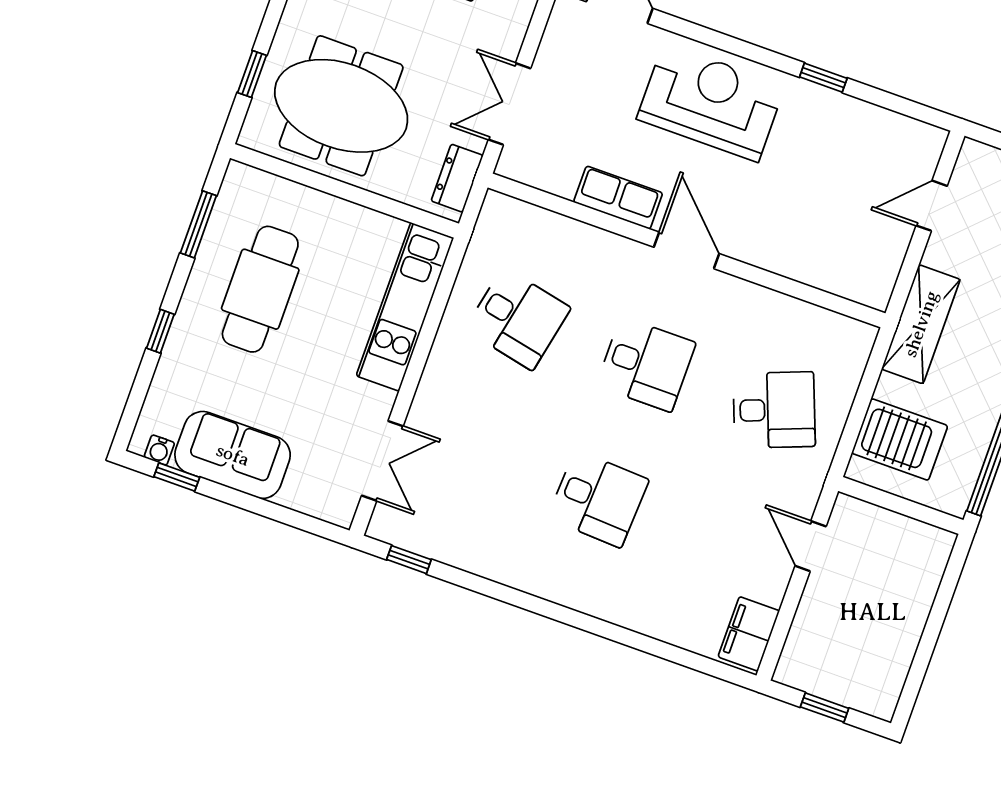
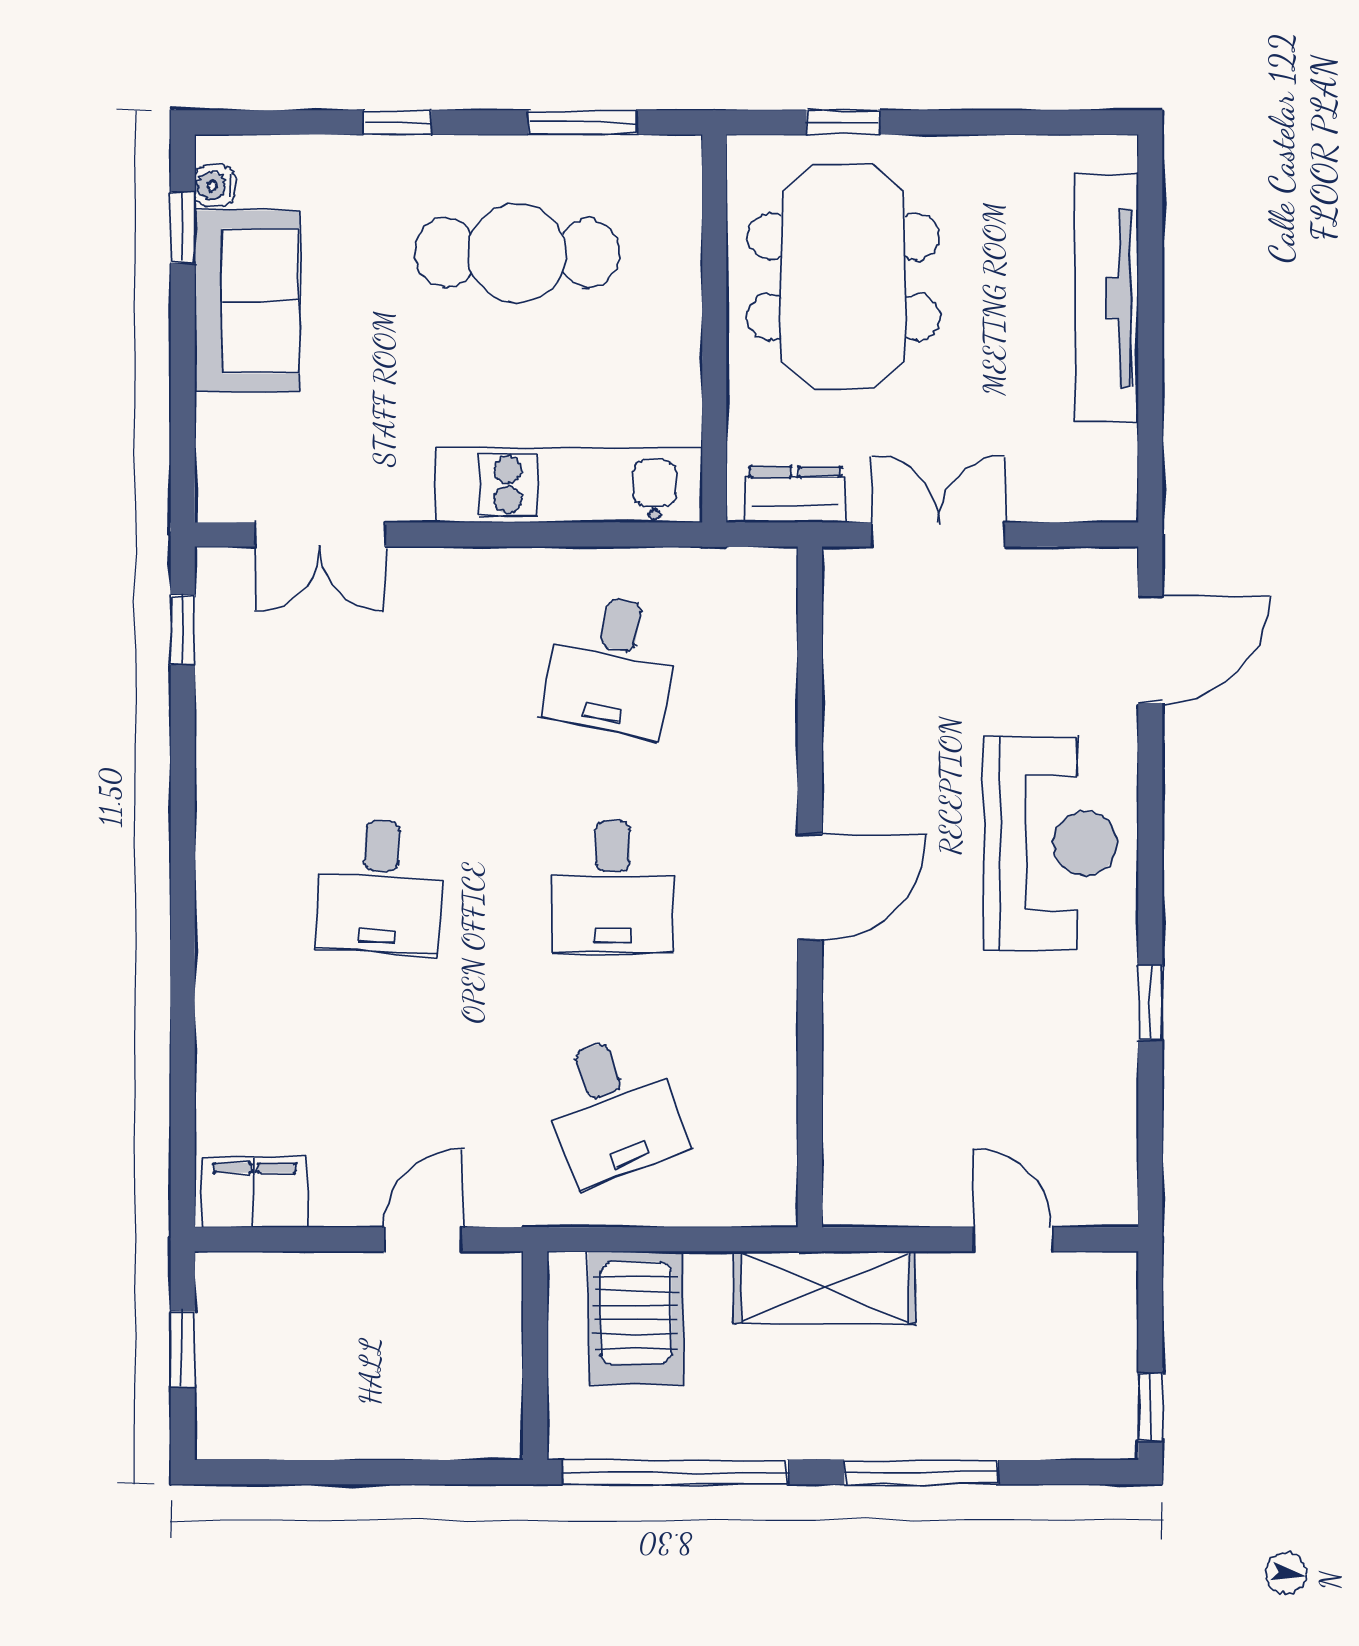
row of seats: (618, 198) -> (853, 753), removed

